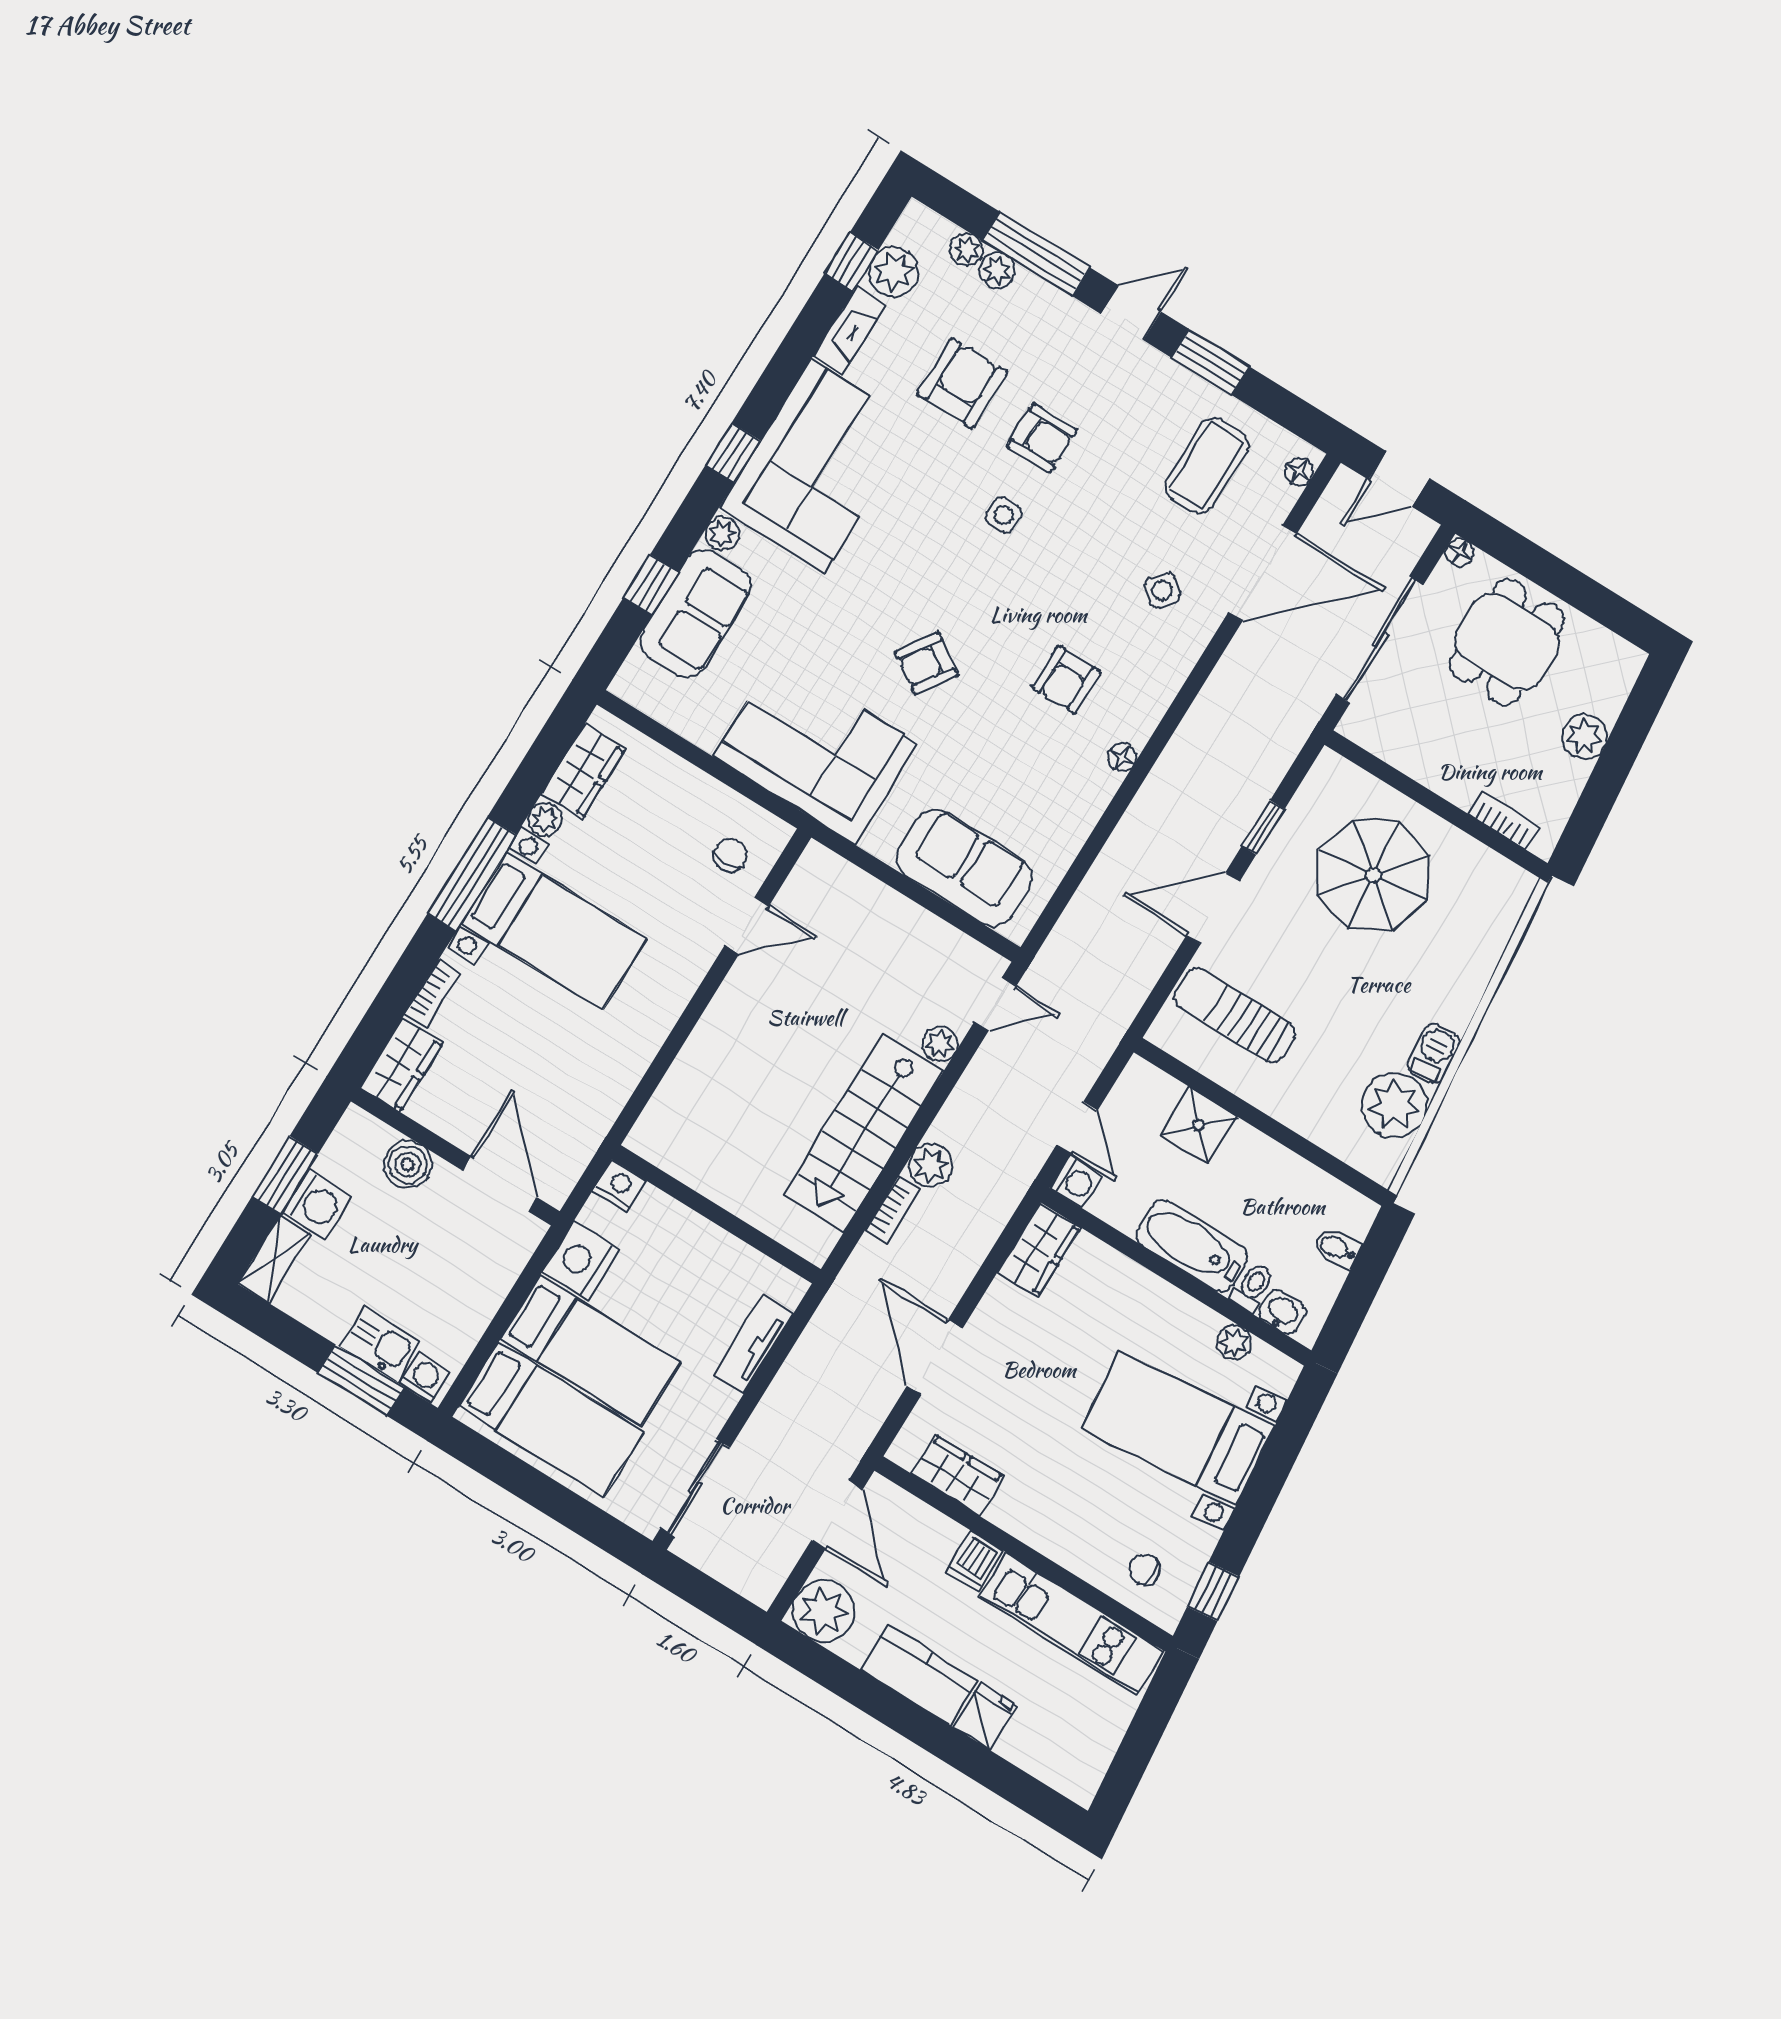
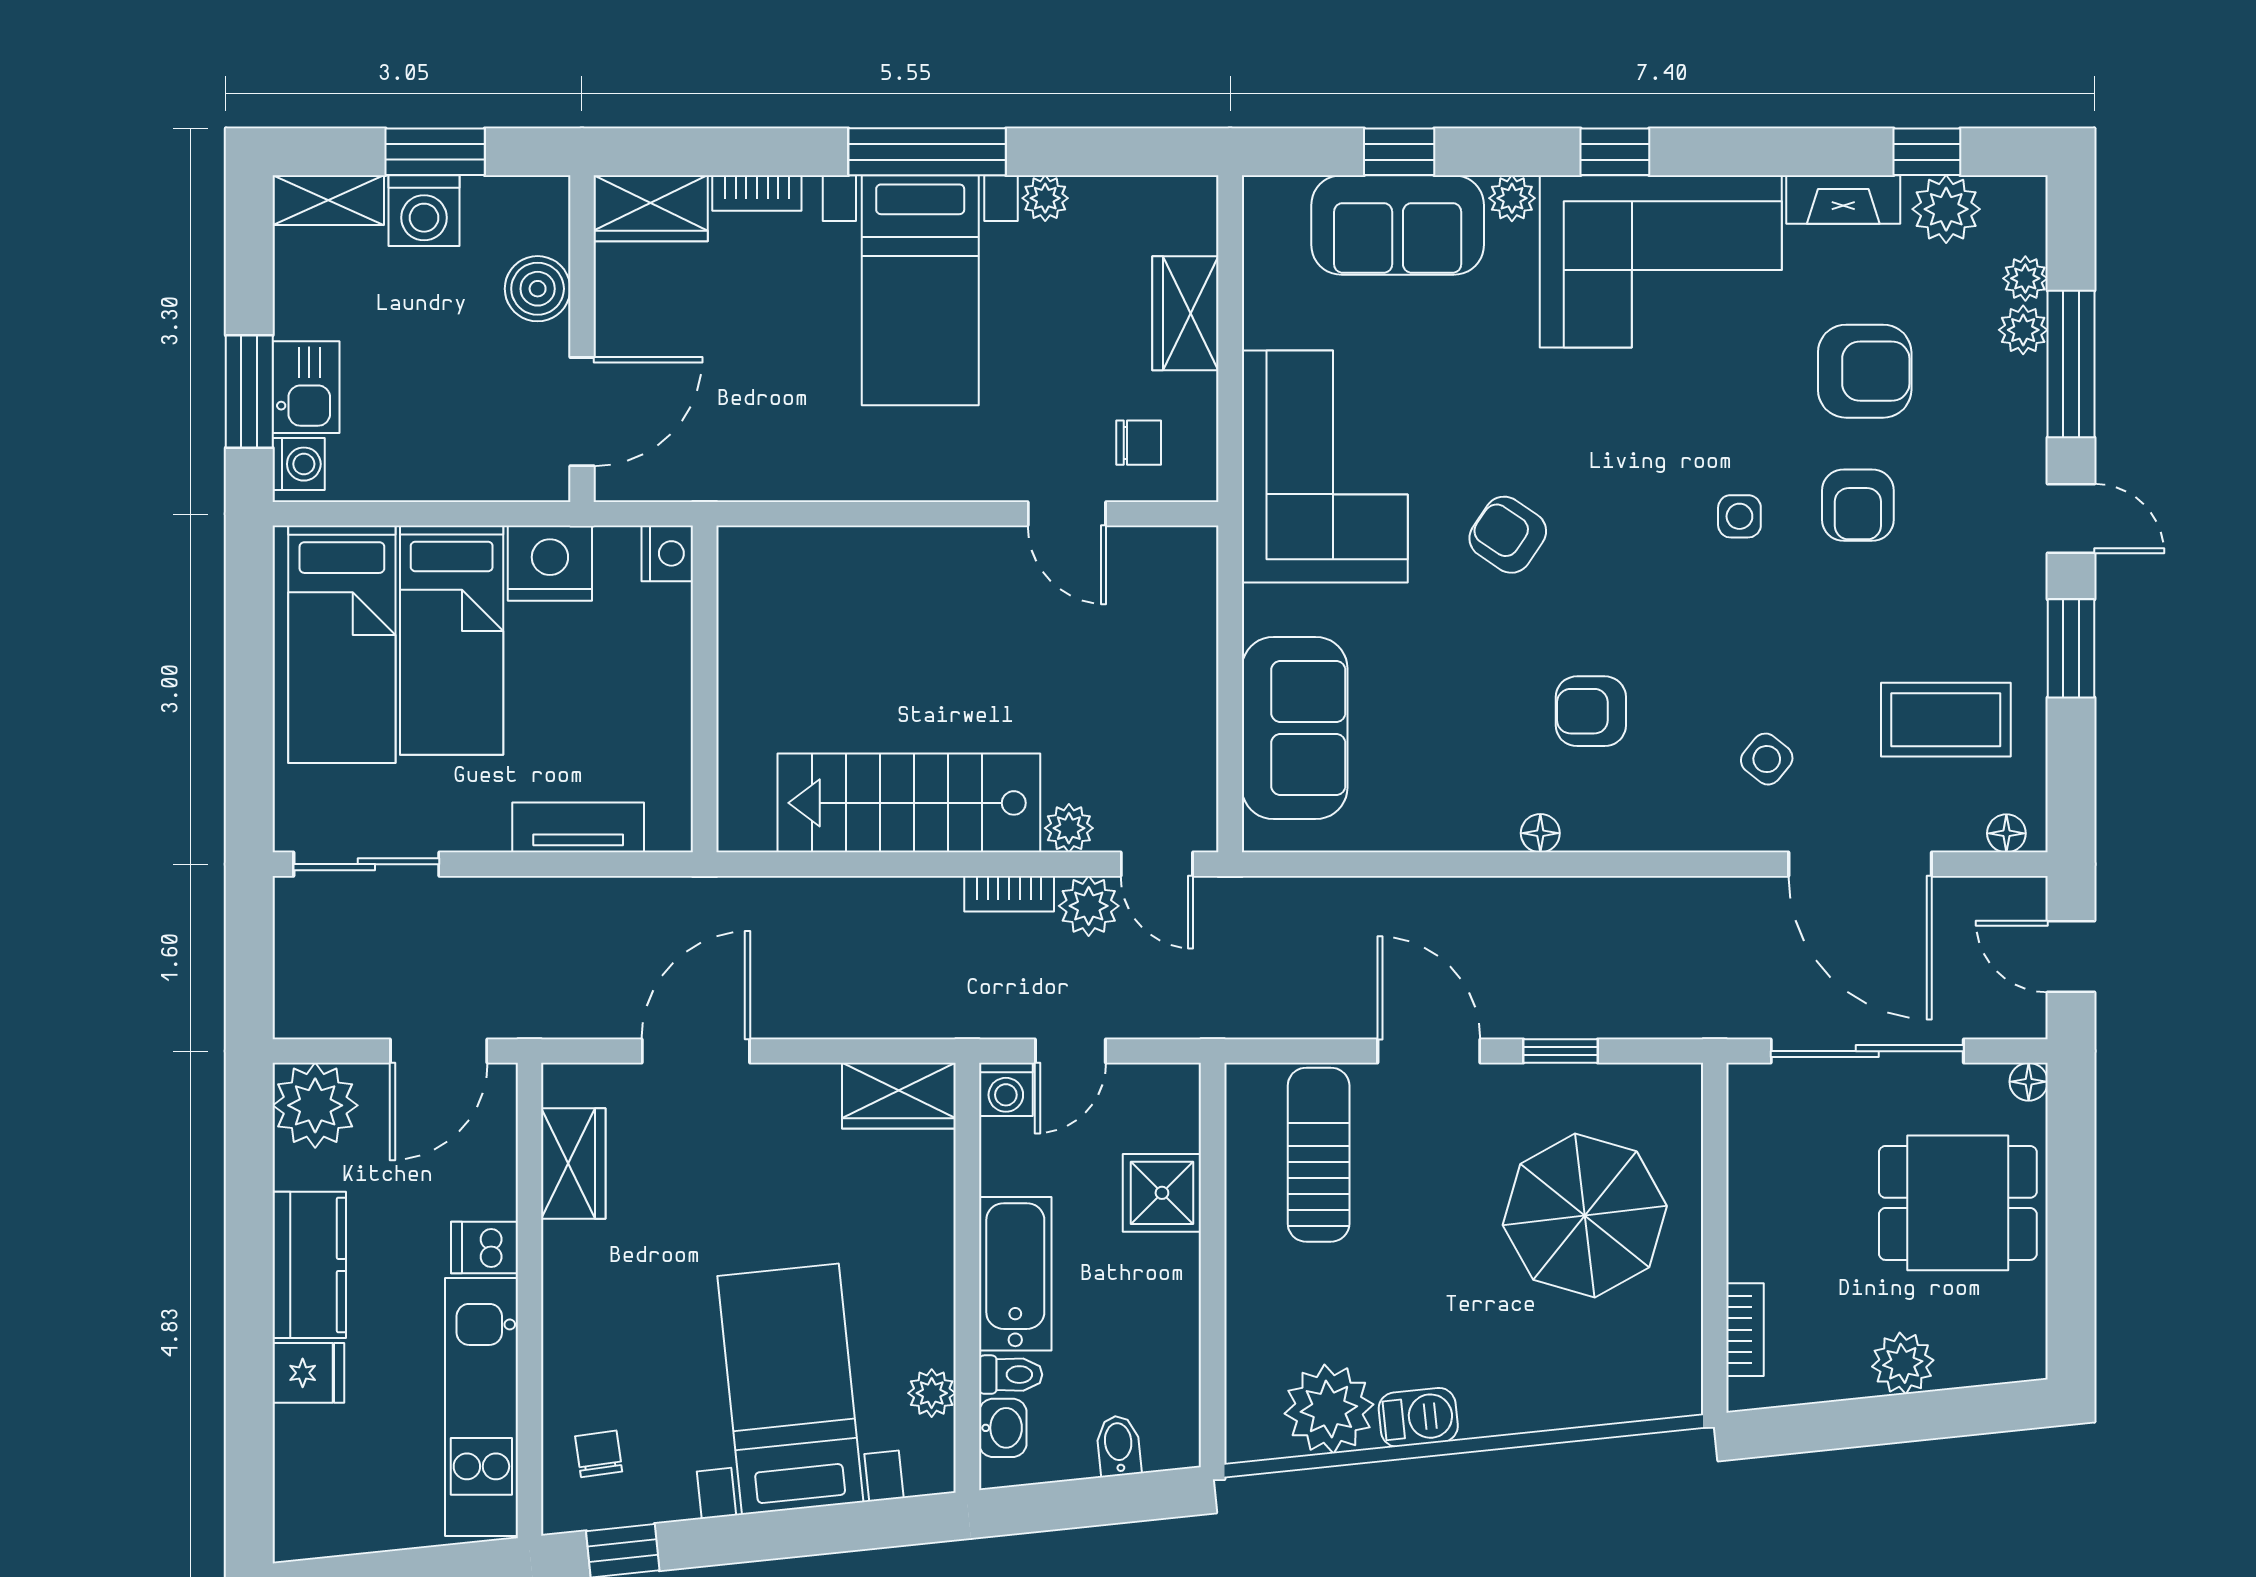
wardrobe: (583, 771) -> (1185, 313), moved, turned 90
plant: (931, 1165) -> (1089, 906), moved
bookcase: (893, 1210) -> (1009, 894), moved

